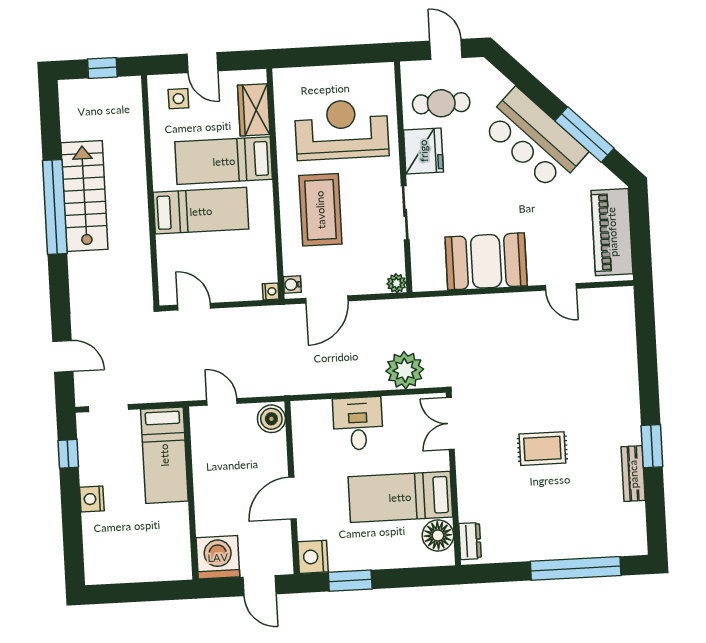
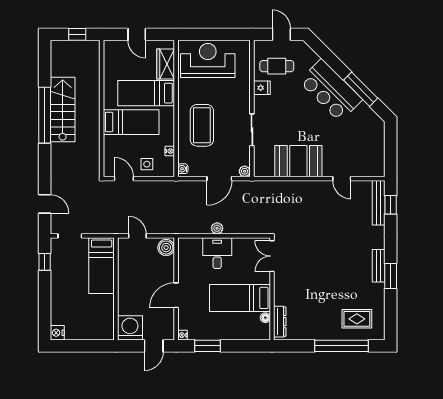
side table: (178, 99) -> (147, 164), moved
reception desk: (342, 130) -> (208, 60), moved
fridge: (423, 151) -> (262, 88), width x0.53, depth x0.75
piano: (612, 232) -> (374, 148), removed
nightstand: (271, 291) -> (170, 151), moved
door: (327, 300) -> (219, 179), moved
bench: (625, 324) -> (379, 203), added
window: (645, 326) -> (391, 205), added
plant: (405, 370) -> (217, 228), moved, width x0.53, depth x0.53
rug: (542, 449) -> (357, 319), moved
bench: (633, 474) -> (379, 266), moved
nightstand: (92, 499) -> (57, 333), moved
floor lamp: (438, 535) -> (265, 318), width x0.53, depth x0.53
dresser: (470, 541) -> (280, 322), width x1.44
nightstand: (313, 557) -> (183, 335), width x0.53, depth x0.56
door: (259, 586) -> (154, 346), hinge flipped

